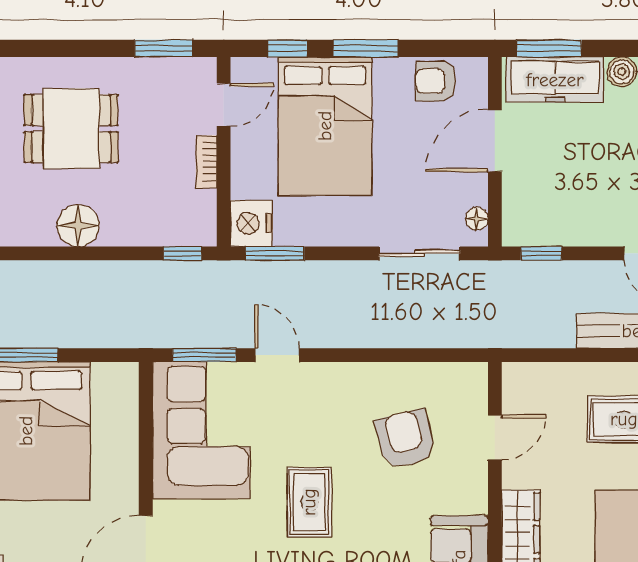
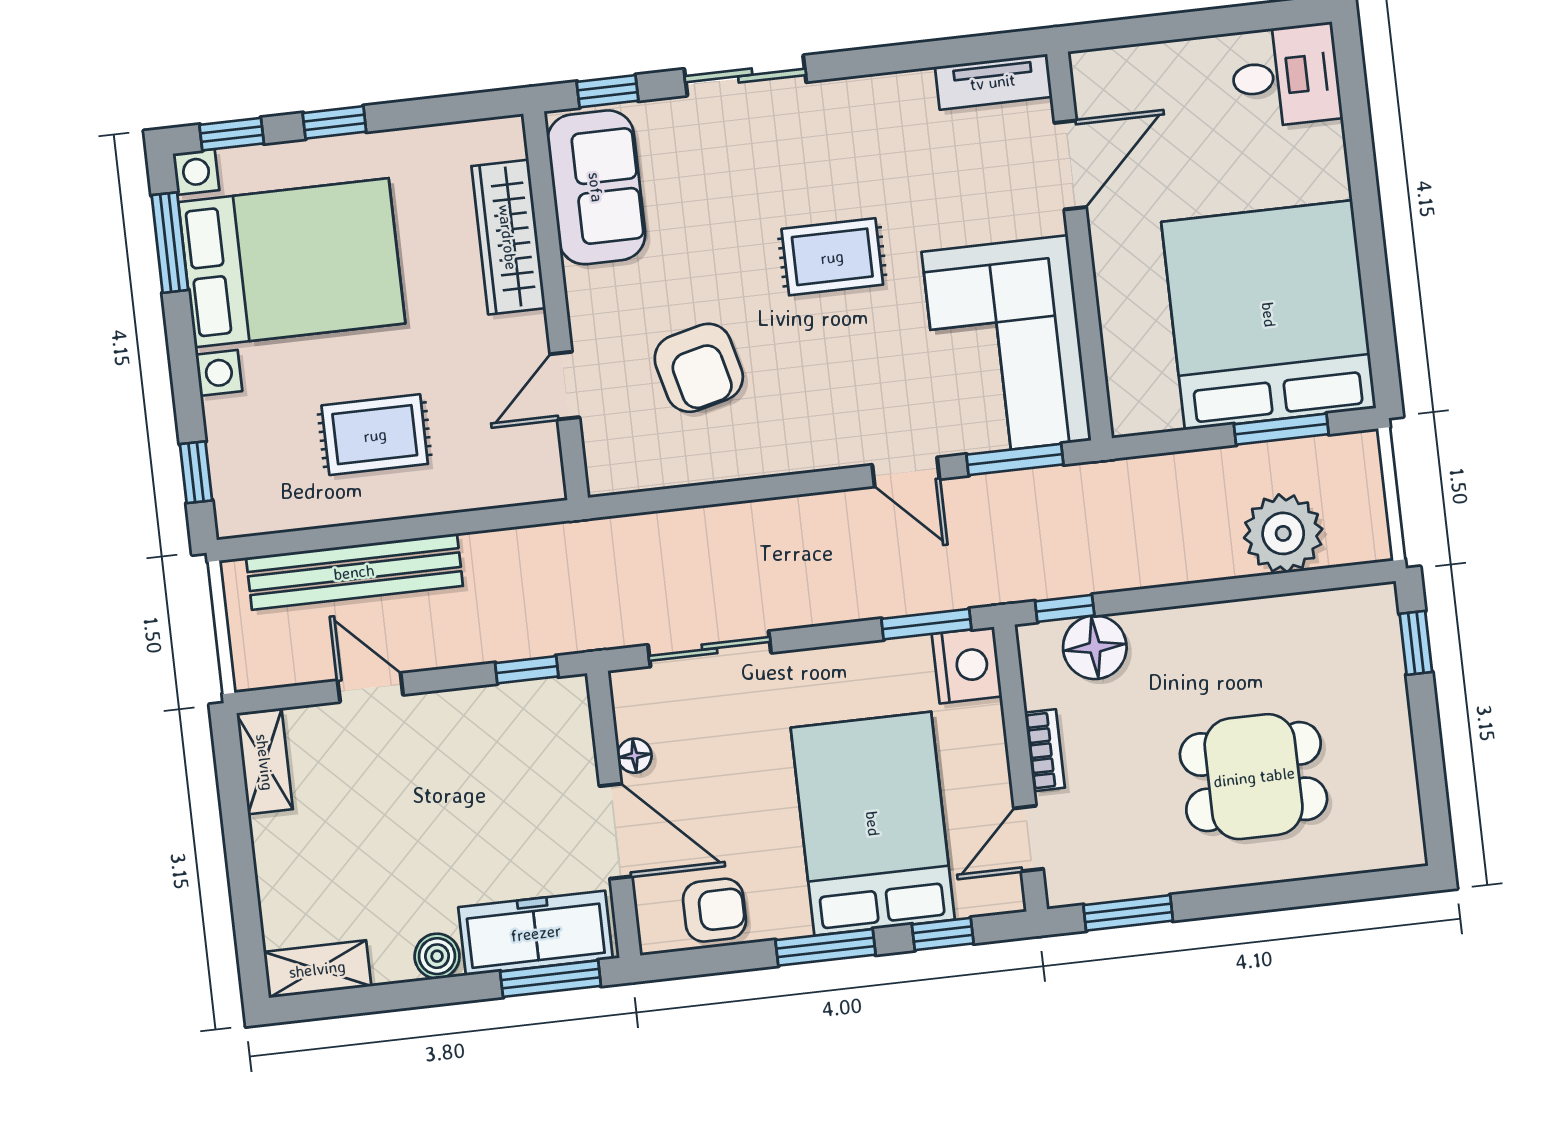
door: (495, 140) -> (616, 831), hinge flipped
floor lamp: (477, 219) -> (634, 756), moved
floor lamp: (78, 226) -> (1095, 647), moved
plant: (33, 286) -> (1283, 533), added
rug: (309, 502) -> (832, 257), turned 90

